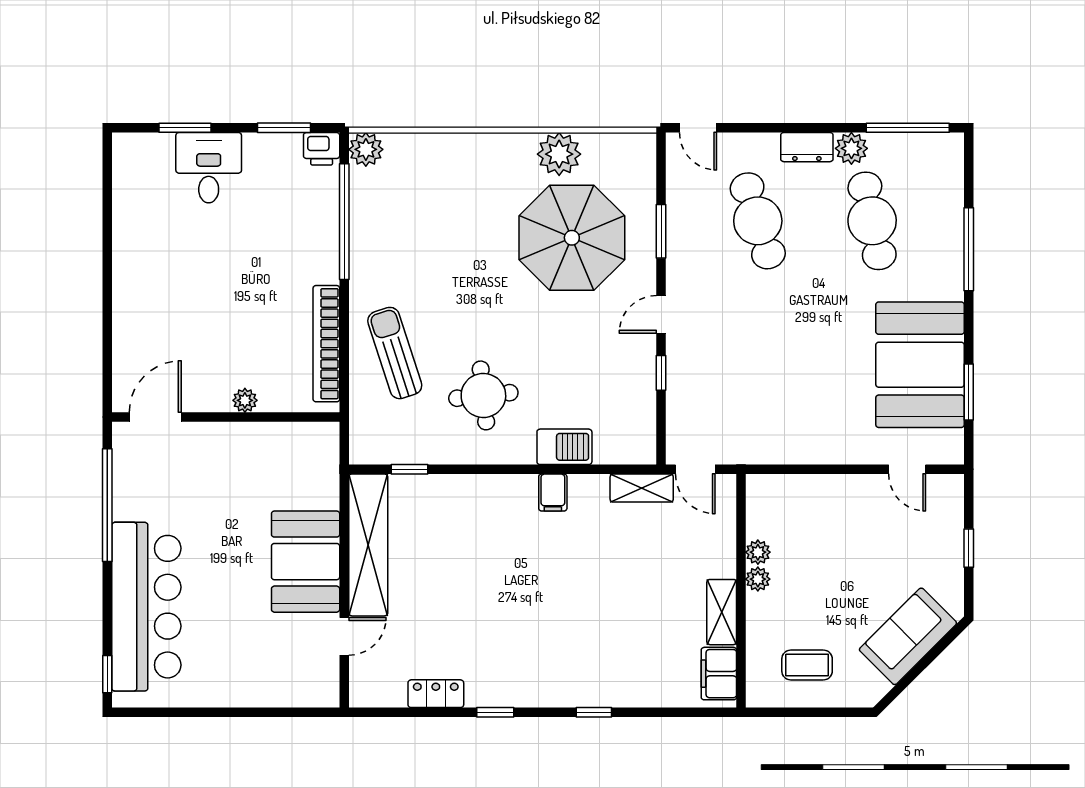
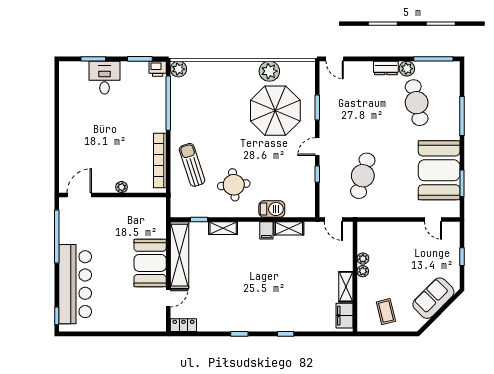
cafe table: (758, 221) -> (363, 176), moved, turned 33
shelving: (461, 488) -> (223, 228), added
shelving: (642, 488) -> (289, 228), moved
coffee table: (807, 665) -> (386, 312), turned 76
locker: (436, 694) -> (183, 325), moved

